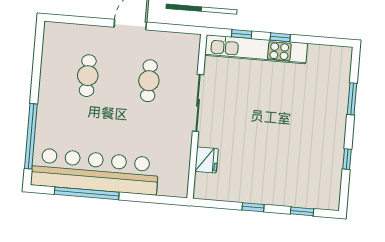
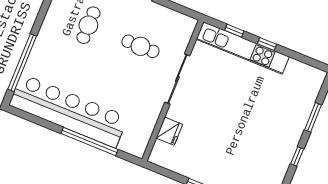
cafe table: (149, 81) -> (140, 46), turned 90
window: (347, 159) -> (297, 156), moved
window: (87, 193) -> (89, 142), moved

